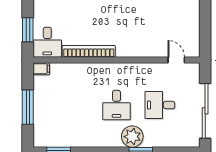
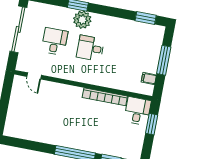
filing cabinet: (41, 69) -> (149, 79), moved
desk: (116, 105) -> (90, 48), turned -90
desk: (160, 105) -> (55, 41), turned -90

